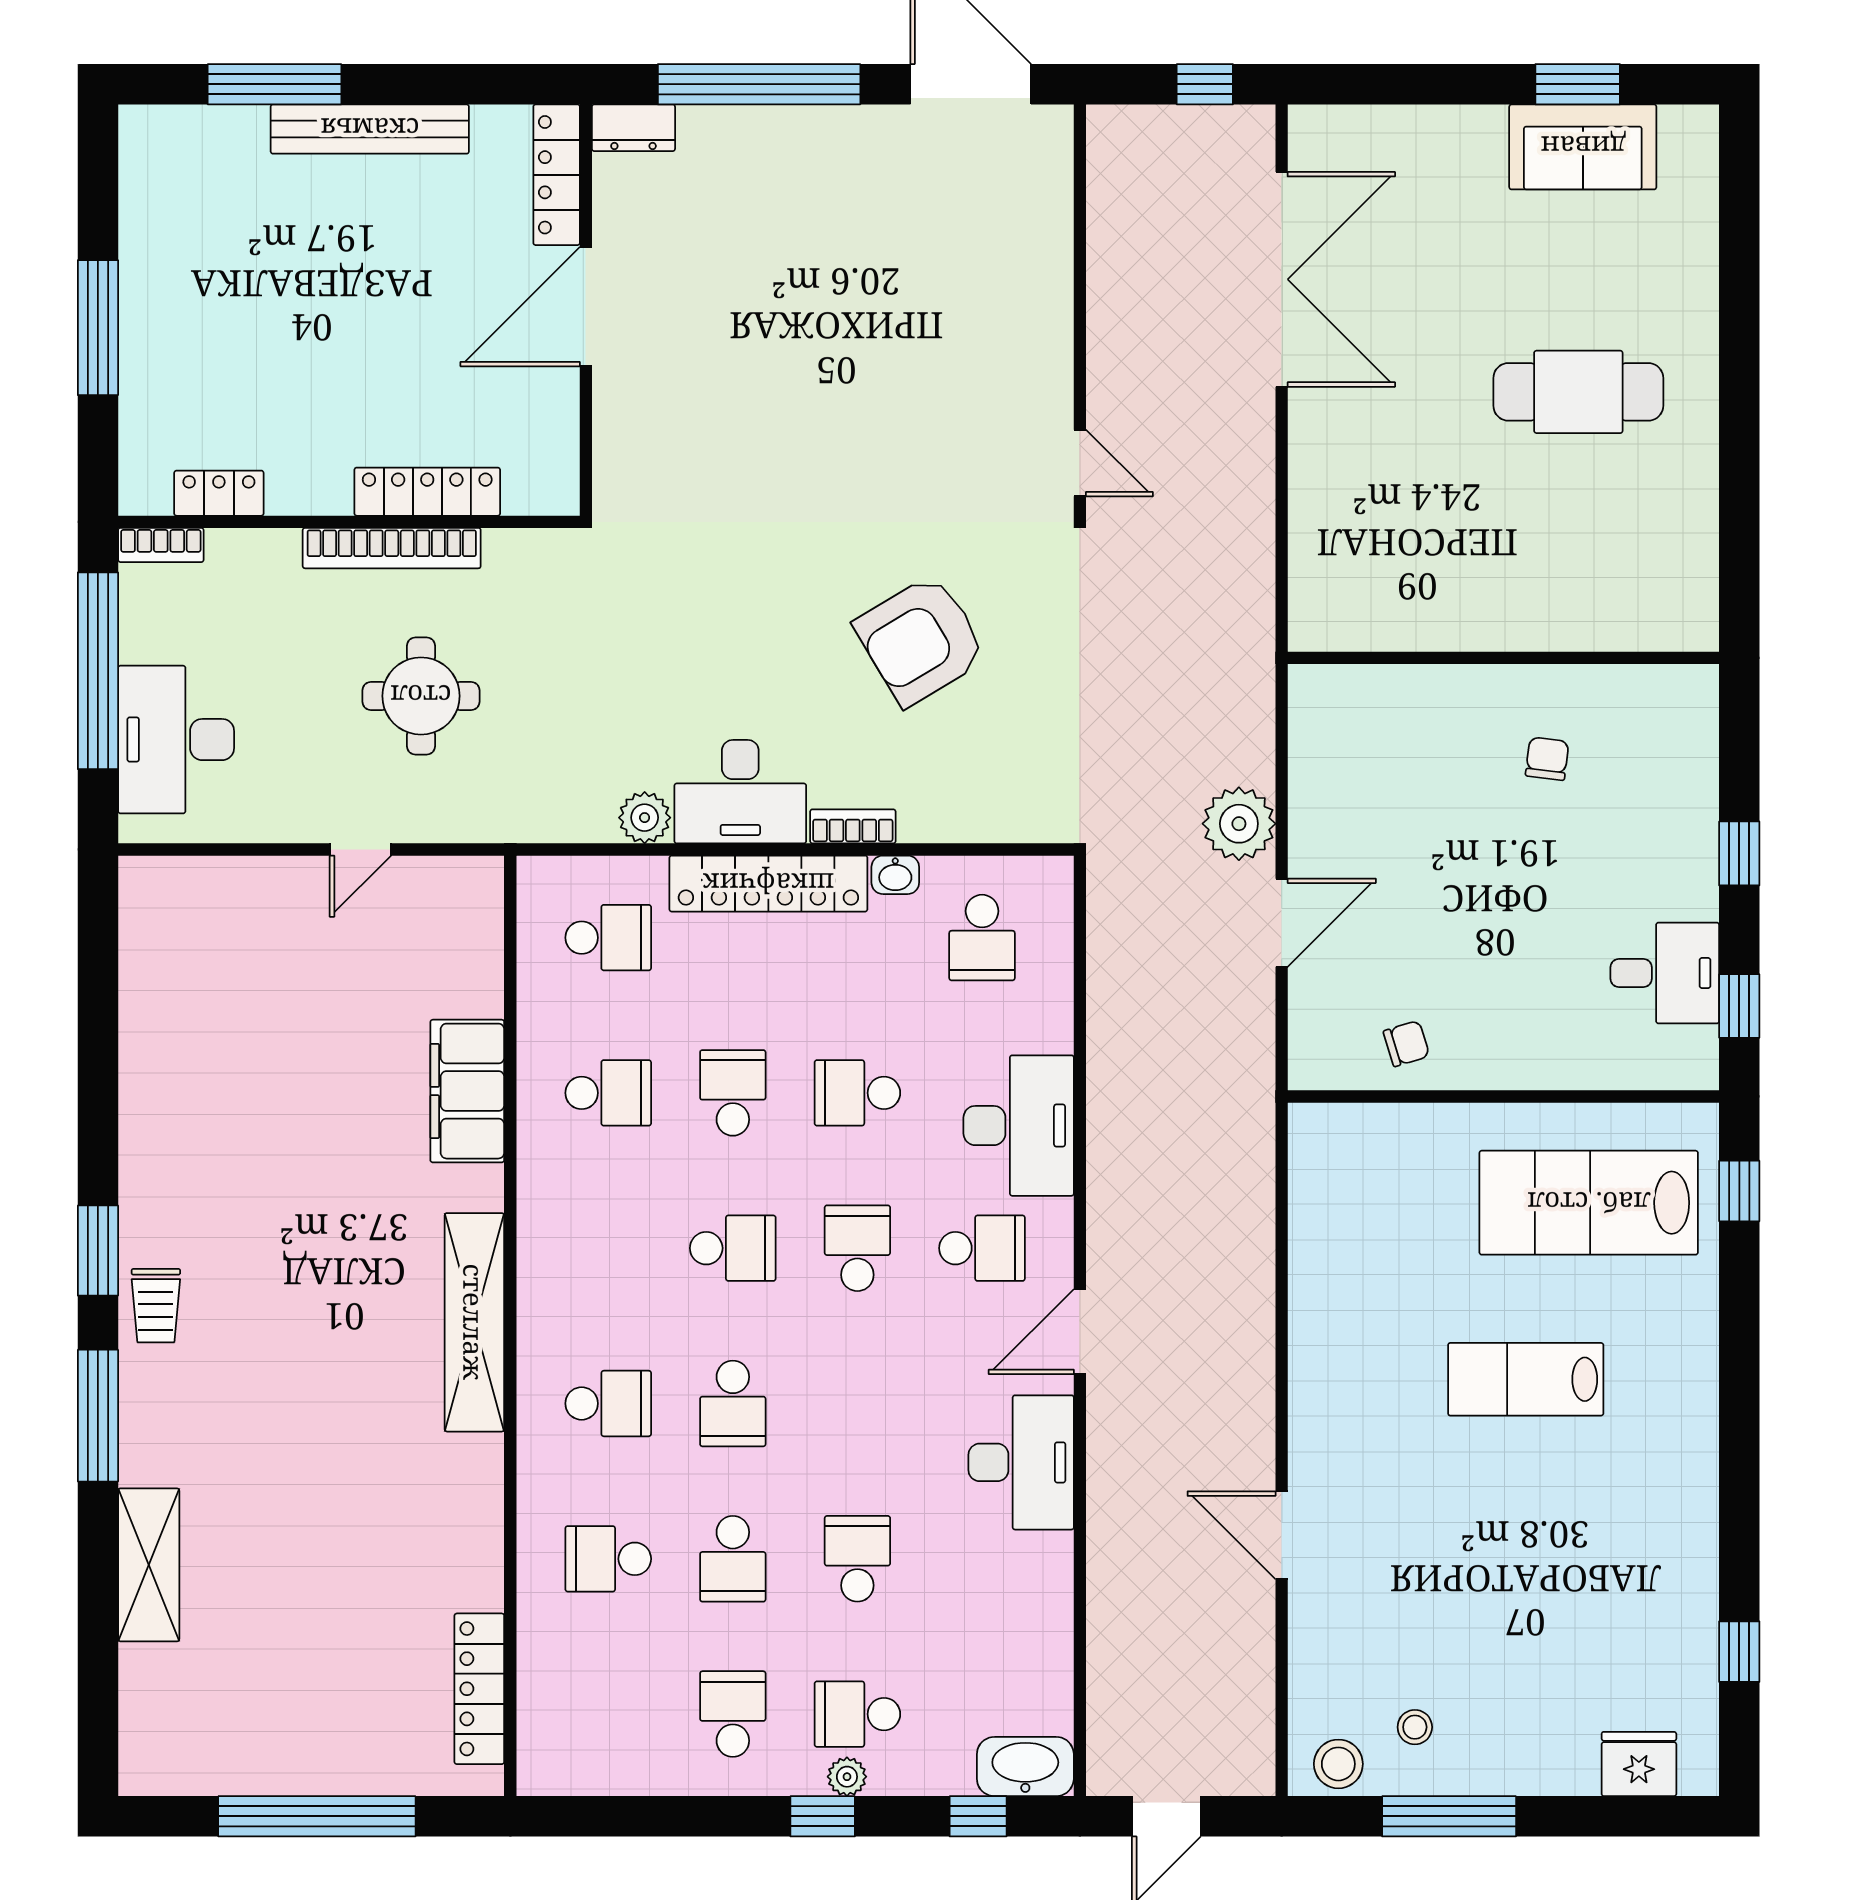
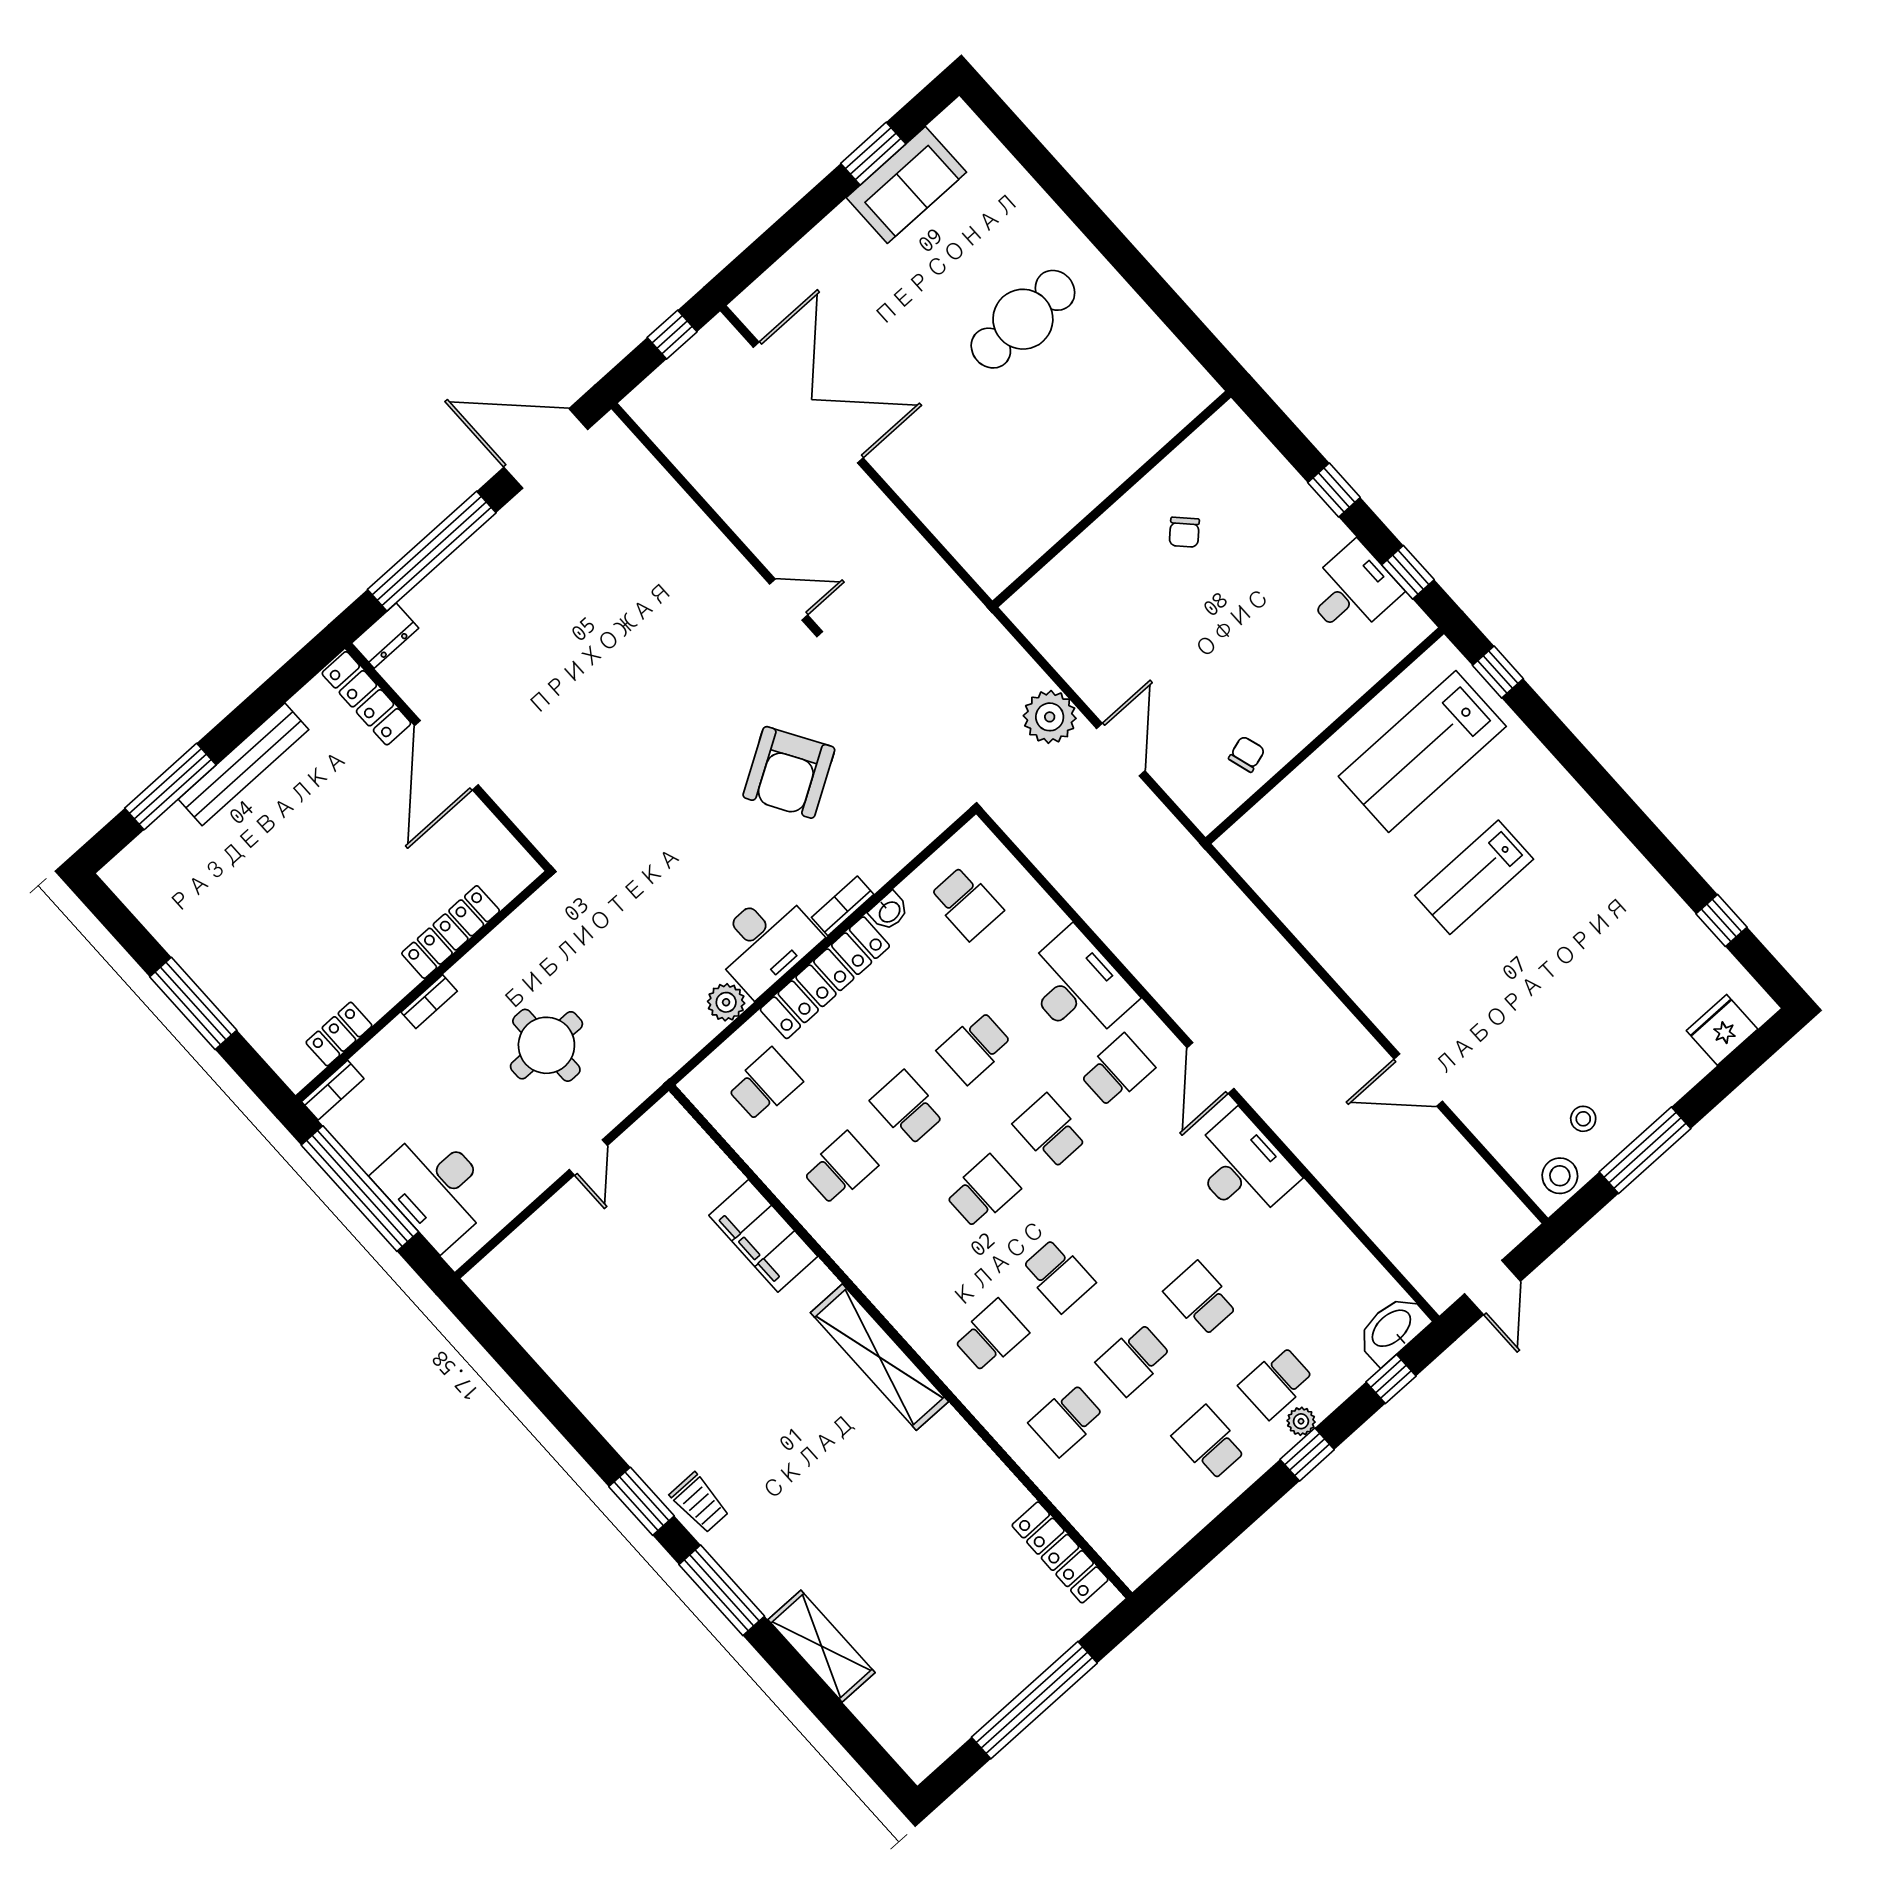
bookcase: (392, 548) -> (429, 1002), width x0.43, depth x0.76
chair: (1547, 759) -> (1184, 532), turned -141
school desk: (733, 1559) -> (1134, 1359), turned 90

